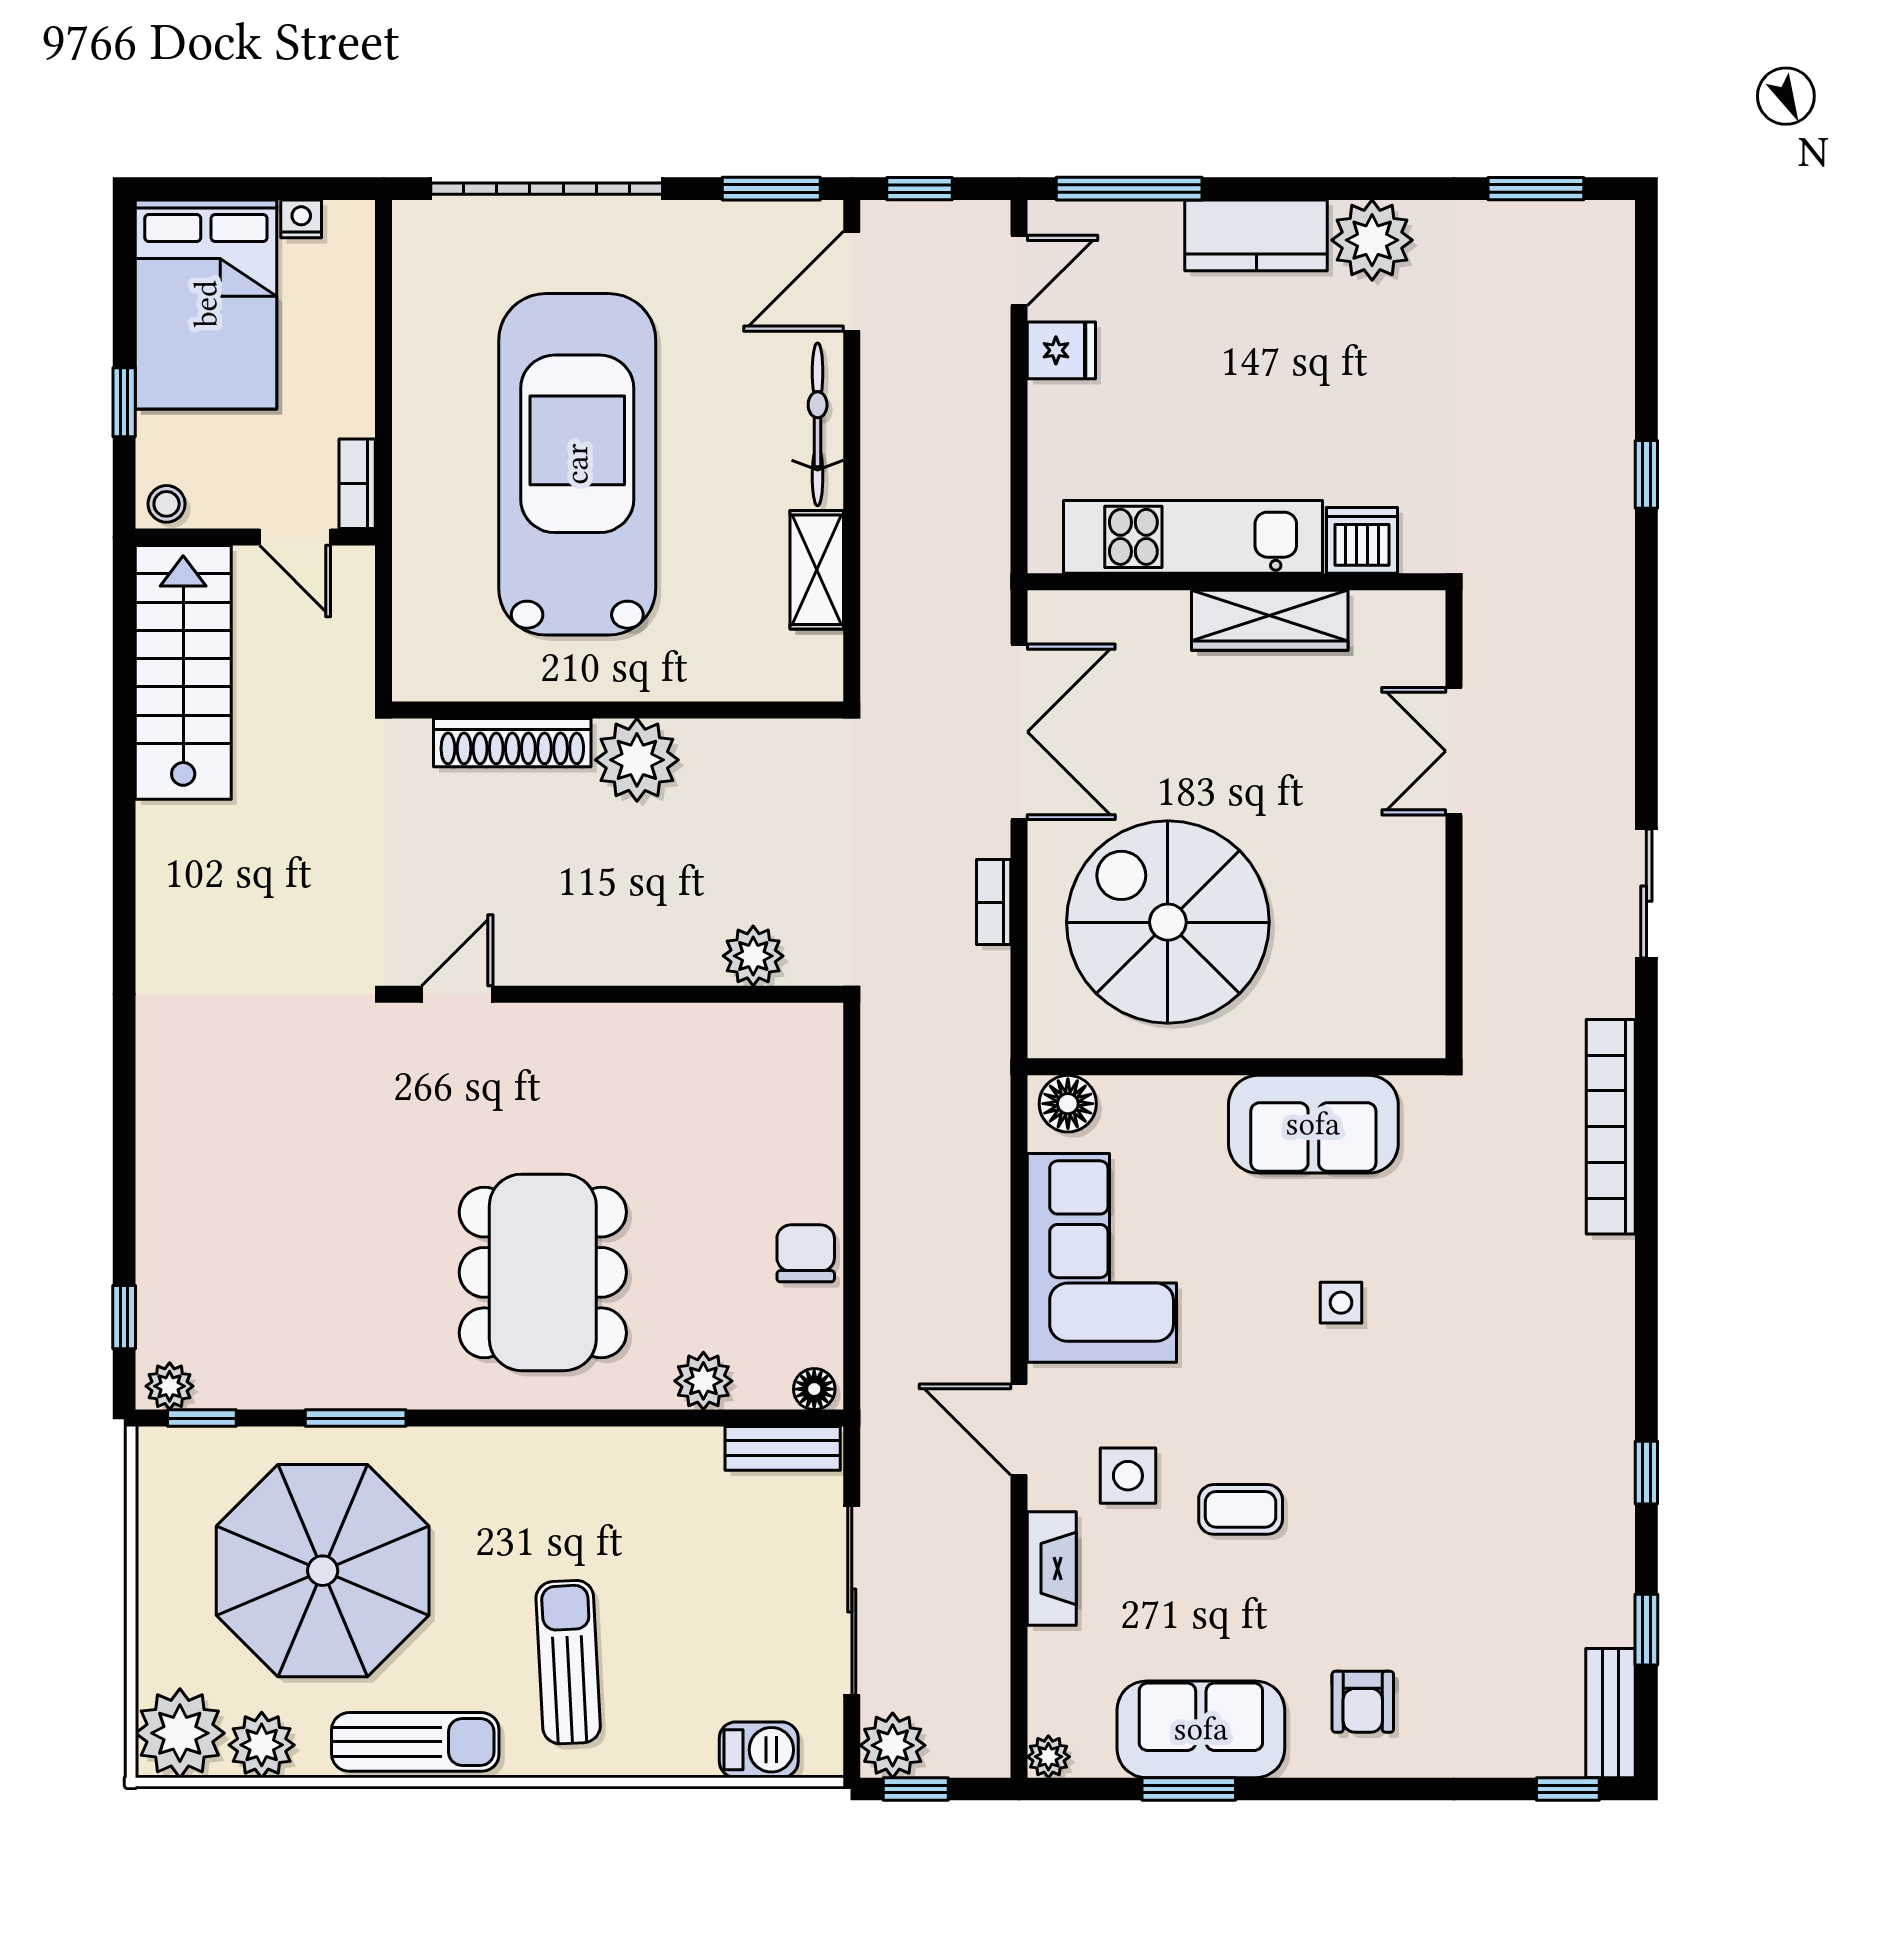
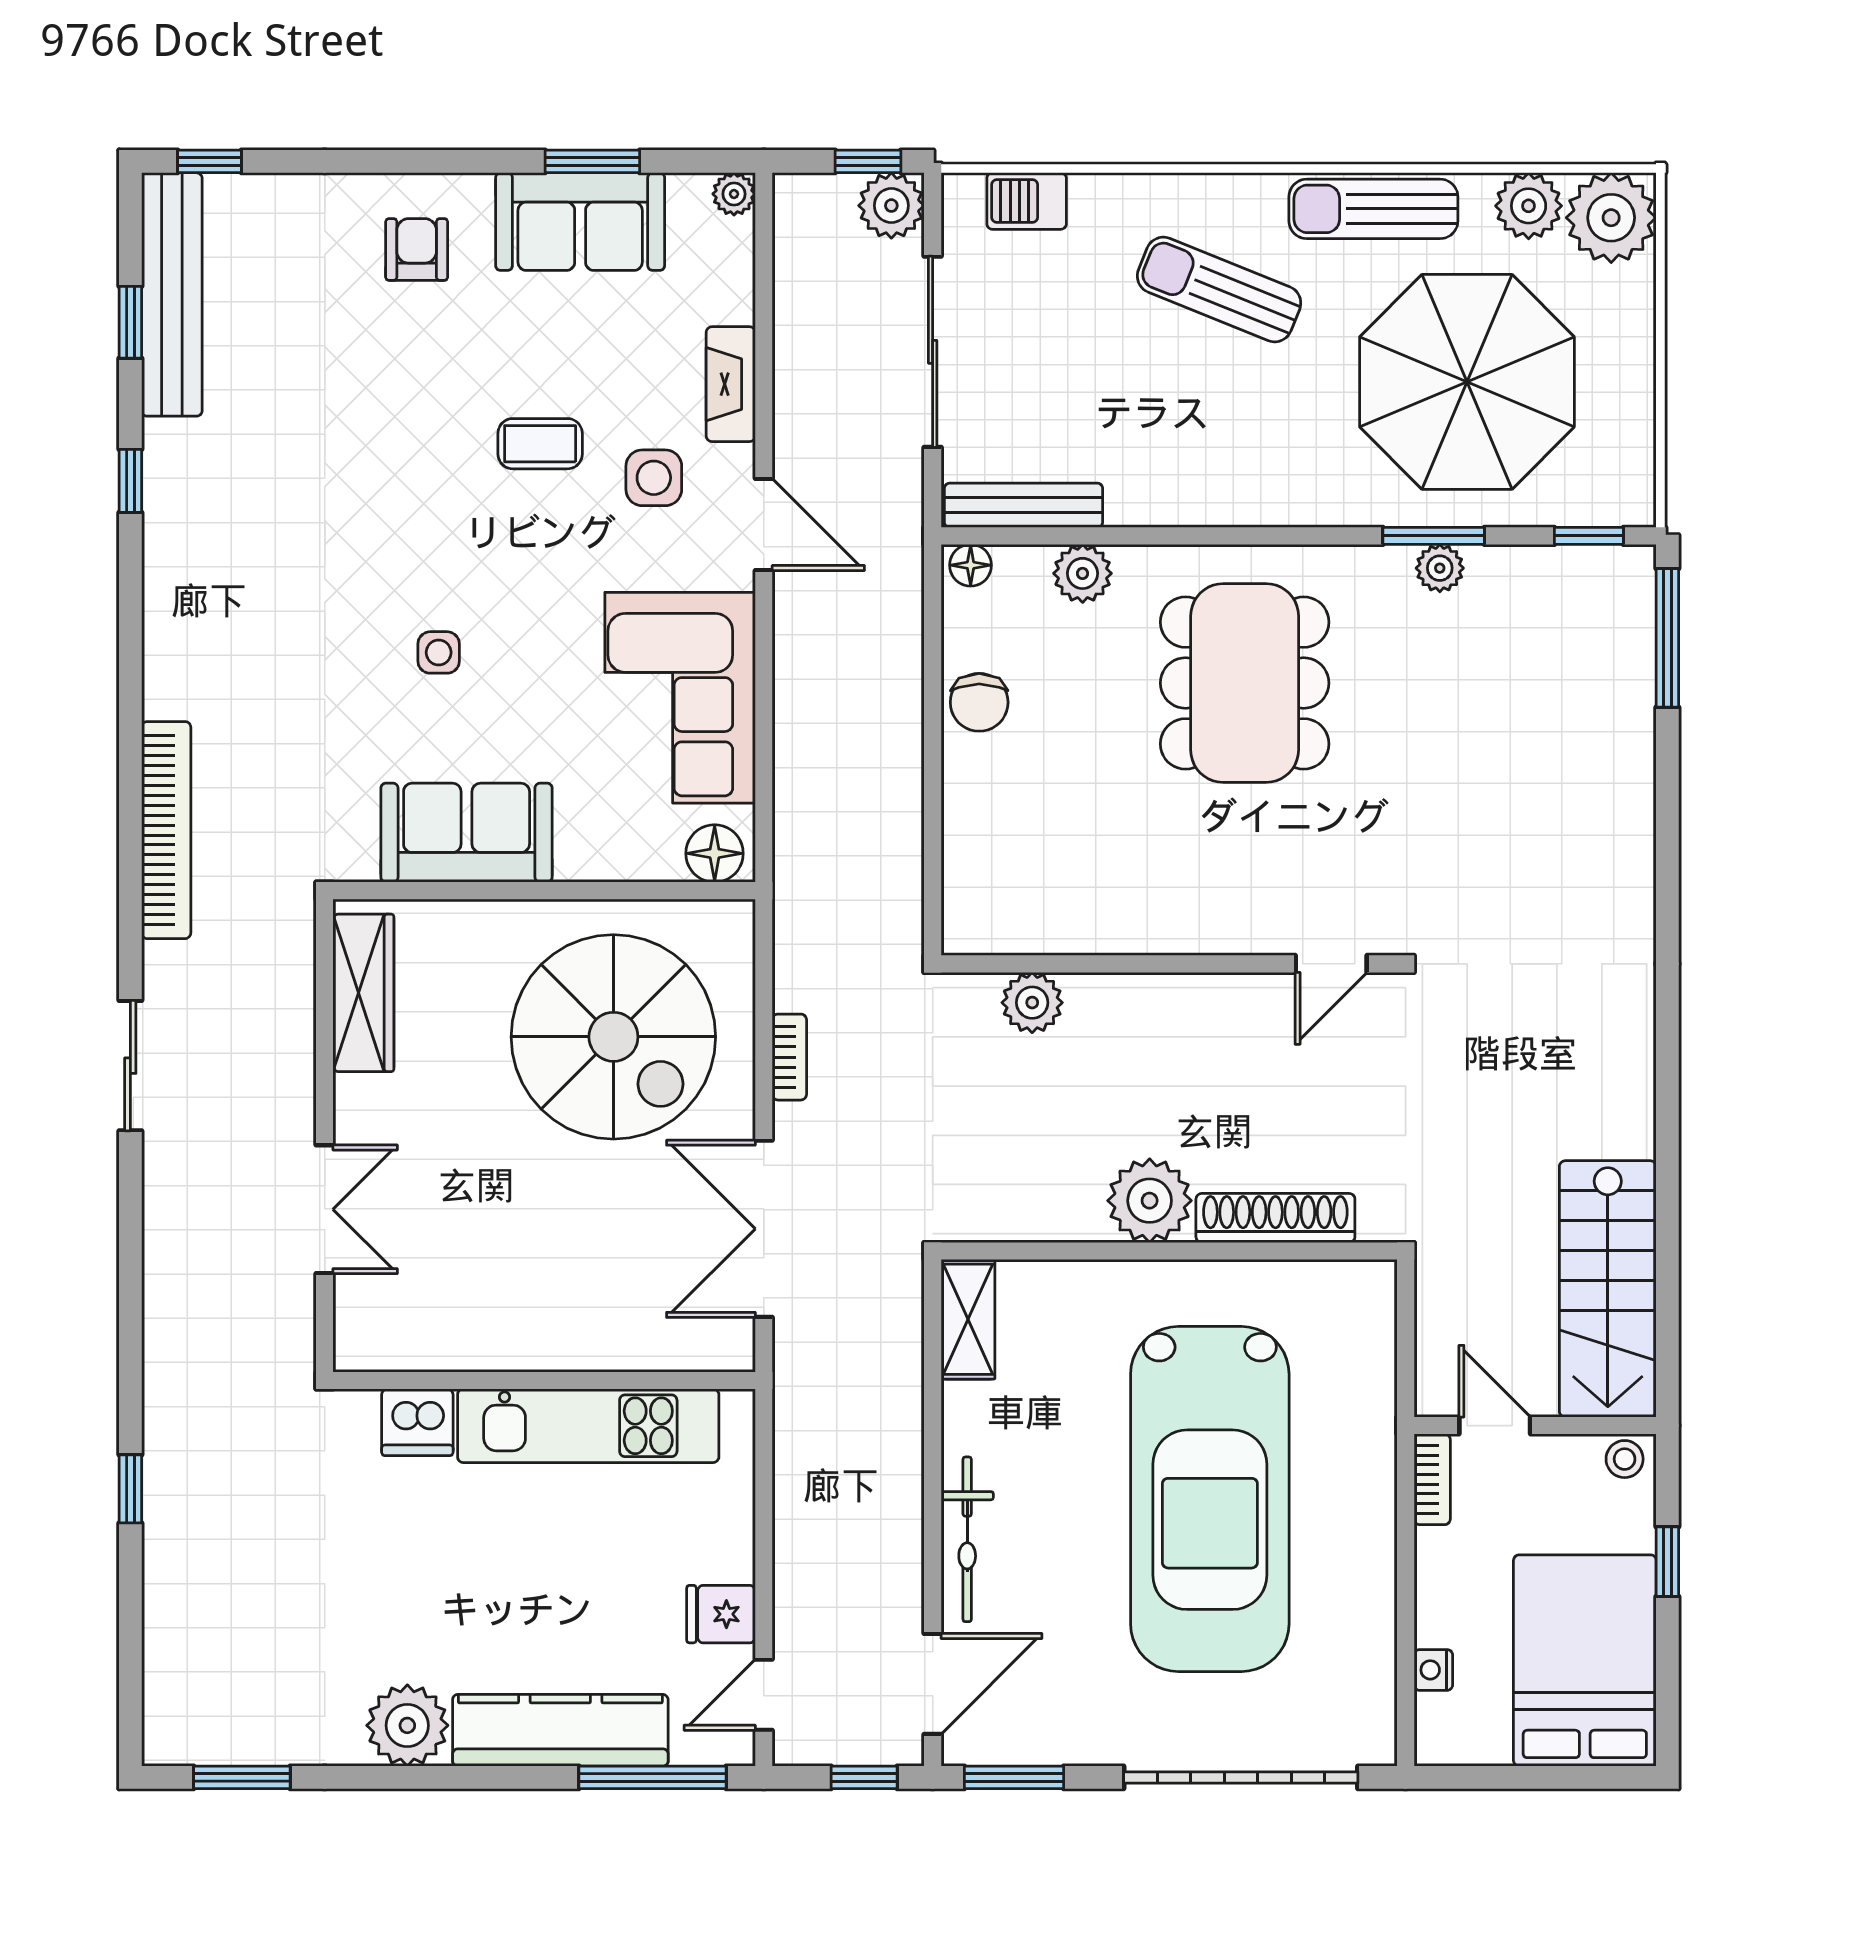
nightstand: (301, 219) -> (1433, 1670), moved, turned 90
kitchen counter: (1256, 235) -> (560, 1730), width x1.50
shelving: (817, 570) -> (968, 1319), moved
wardrobe: (1270, 620) -> (363, 993), moved, turned 90
window: (124, 1317) -> (1667, 638), width x2.17
plant: (170, 1386) -> (1440, 568), moved
bench: (783, 1448) -> (1024, 505), width x1.36
sun lounger: (568, 1662) -> (1219, 290), turned 115
bench: (1611, 1713) -> (172, 294), width x1.86, depth x1.21

